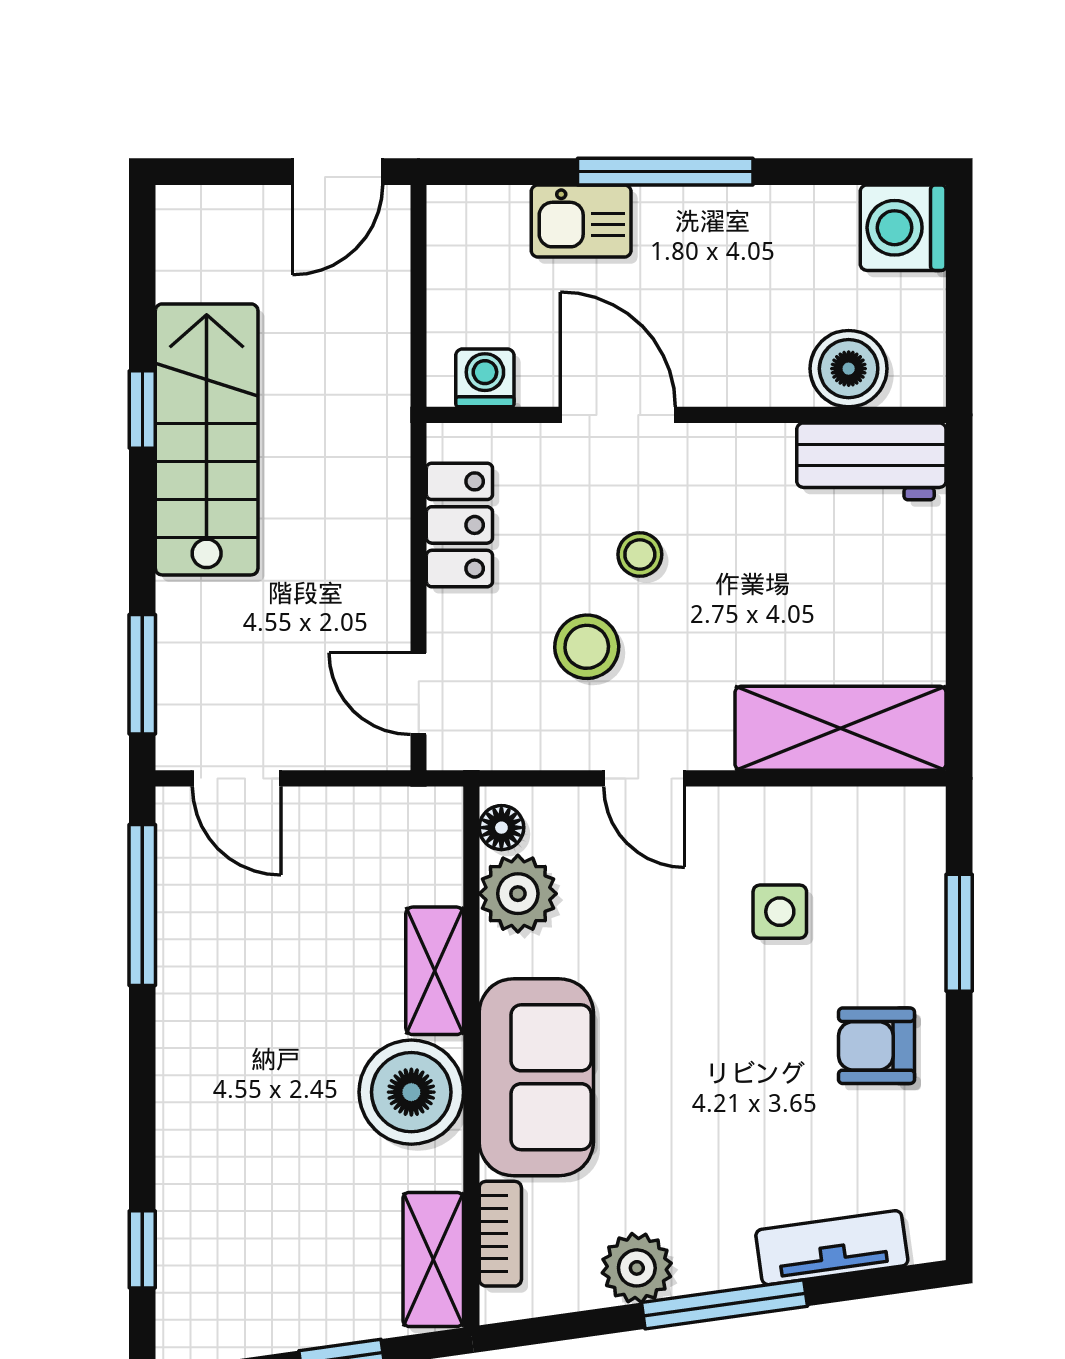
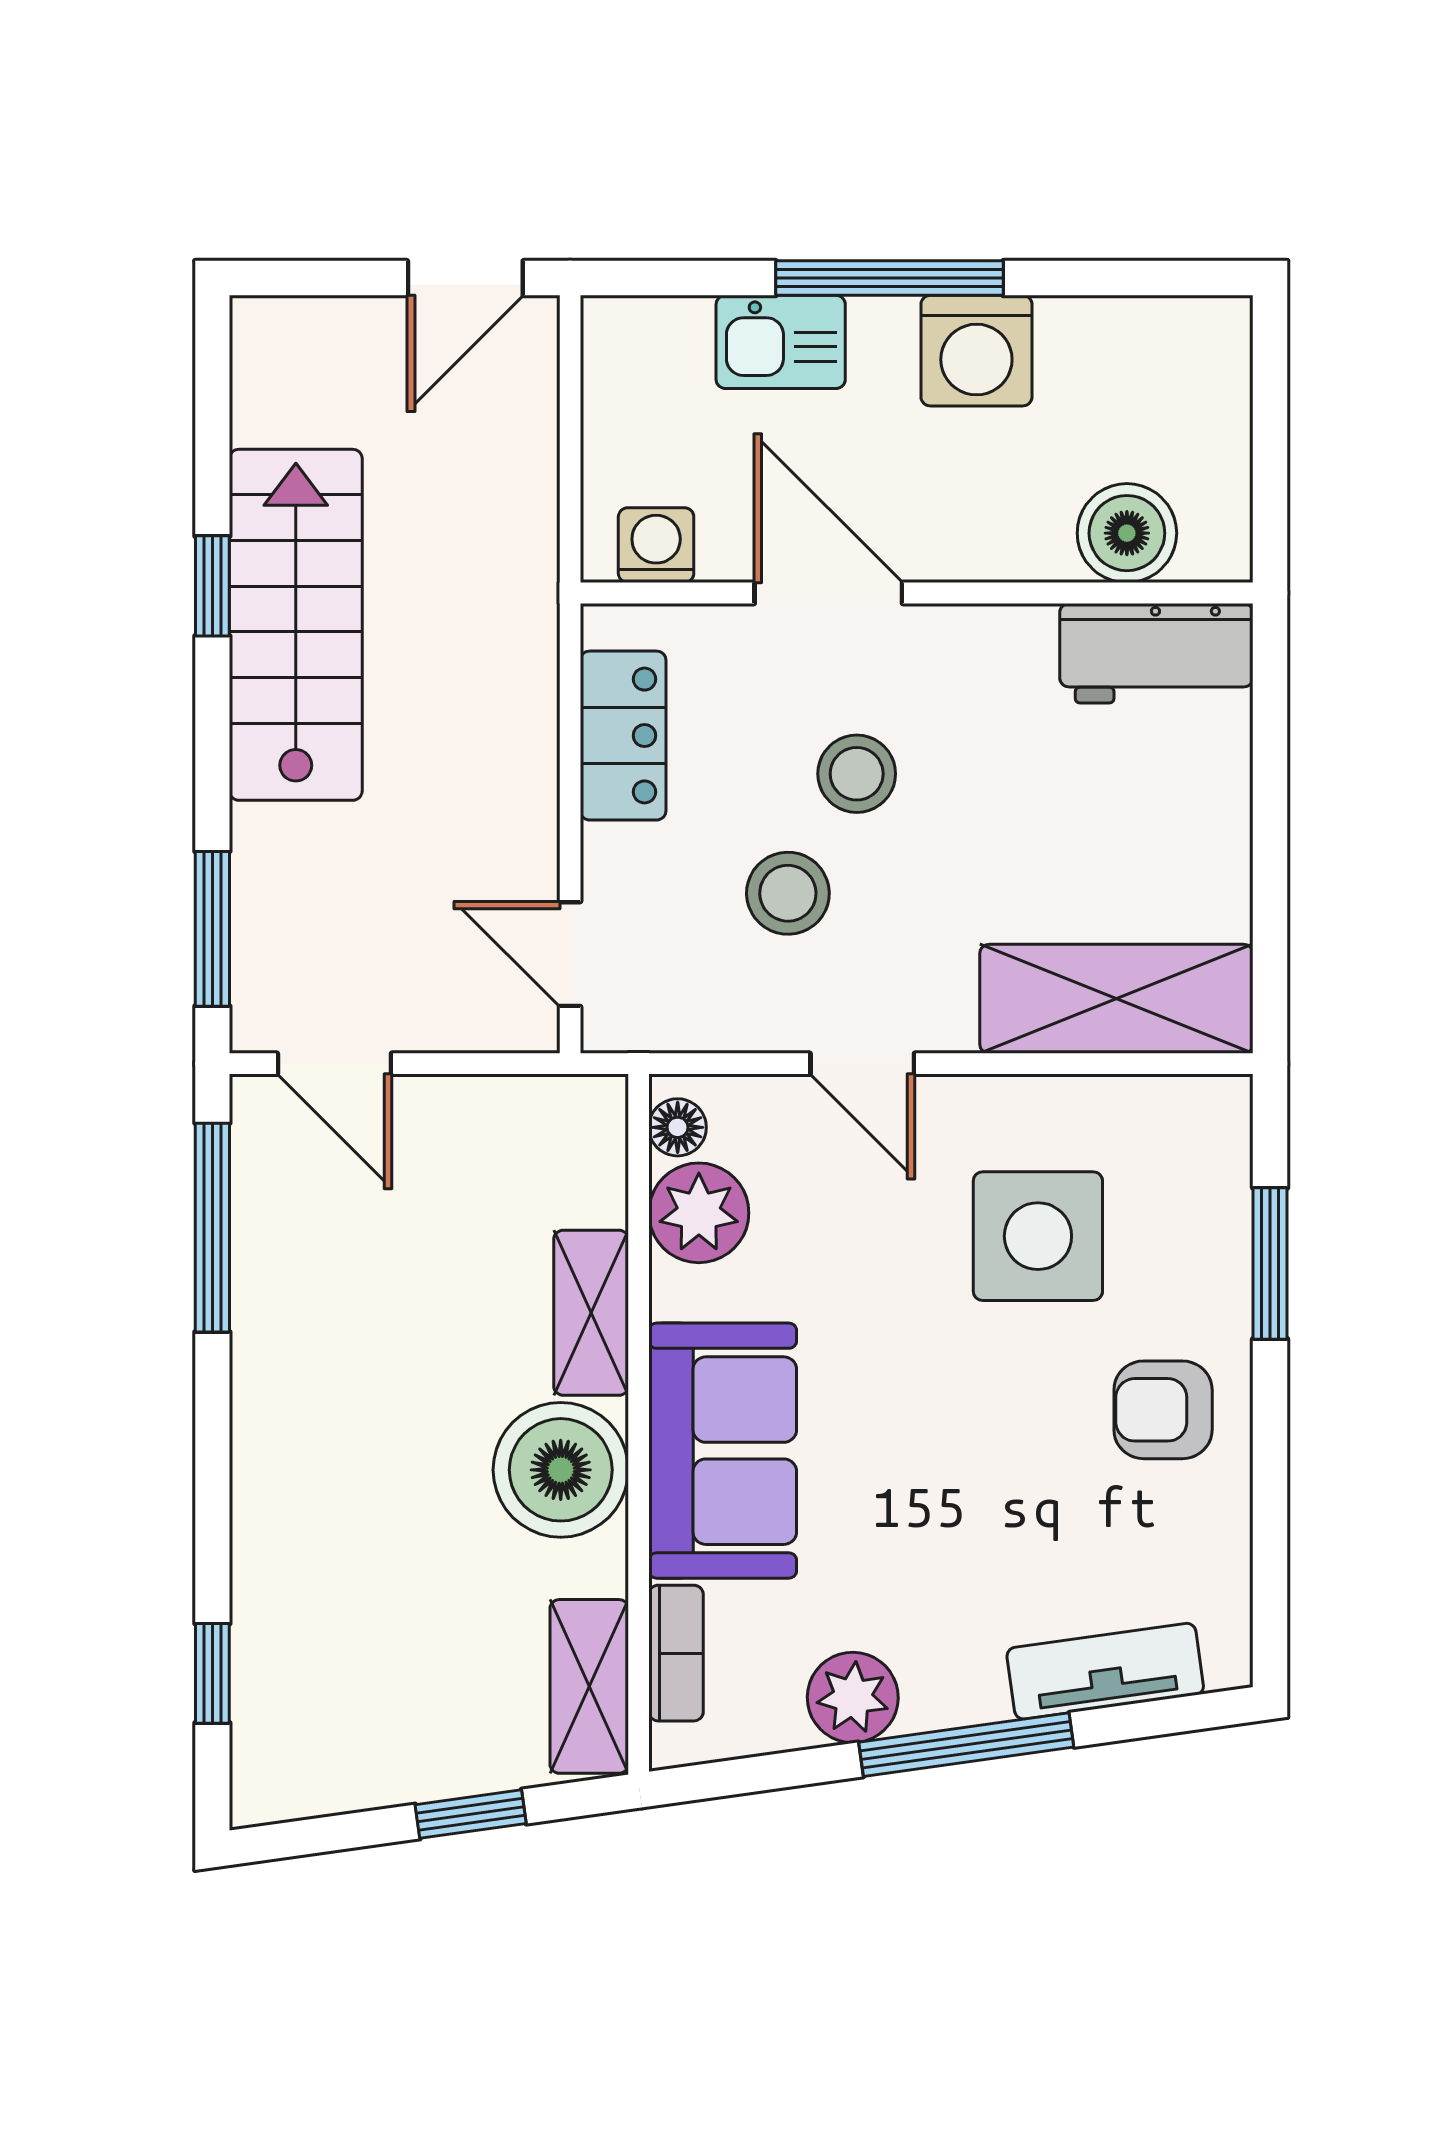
washing machine: (903, 228) -> (976, 351), moved, turned -90
stool: (640, 554) -> (857, 774), width x1.37, depth x1.37
side table: (780, 912) -> (1038, 1236), width x1.87, depth x1.87

